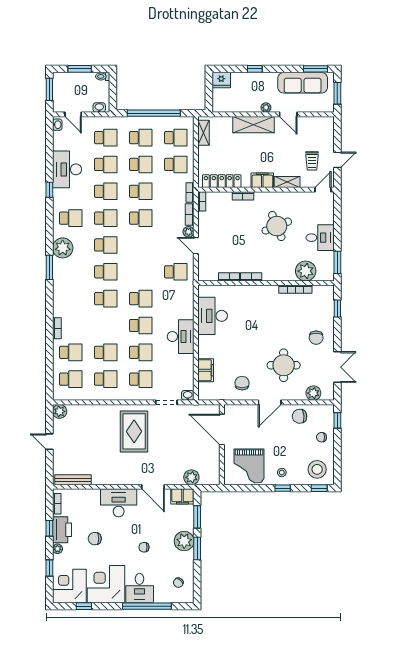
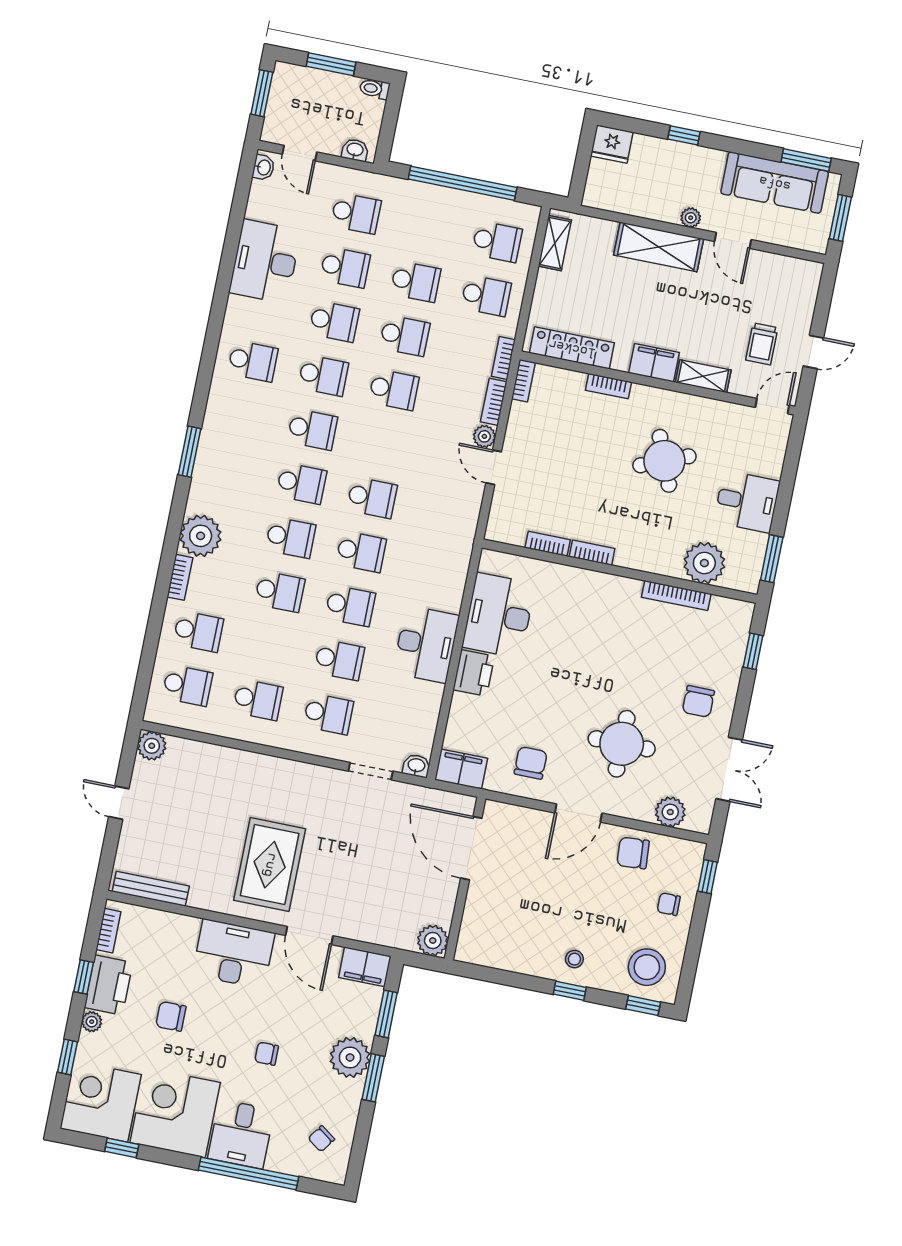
school desk: (141, 138) -> (426, 227), removed
window: (49, 190) -> (221, 295), removed
plant: (63, 248) -> (201, 536), moved
school desk: (176, 272) -> (372, 498), moved
printer: (206, 346) -> (474, 673), added
school desk: (106, 352) -> (280, 592), moved
filing cabinet: (206, 370) -> (461, 769), moved, turned -90
rug: (134, 431) -> (270, 865), moved
grand piano: (249, 466) -> (511, 933), removed
plant: (191, 477) -> (433, 940), moved

